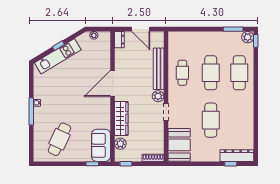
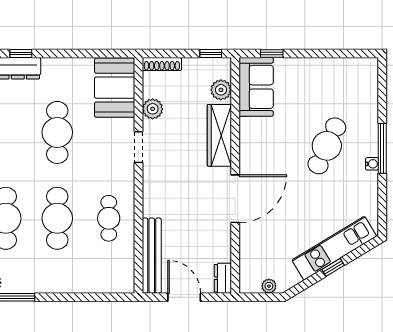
bench: (159, 69) -> (152, 256), moved
plant: (158, 96) -> (153, 109), moved
cafe table: (60, 139) -> (327, 146), moved

